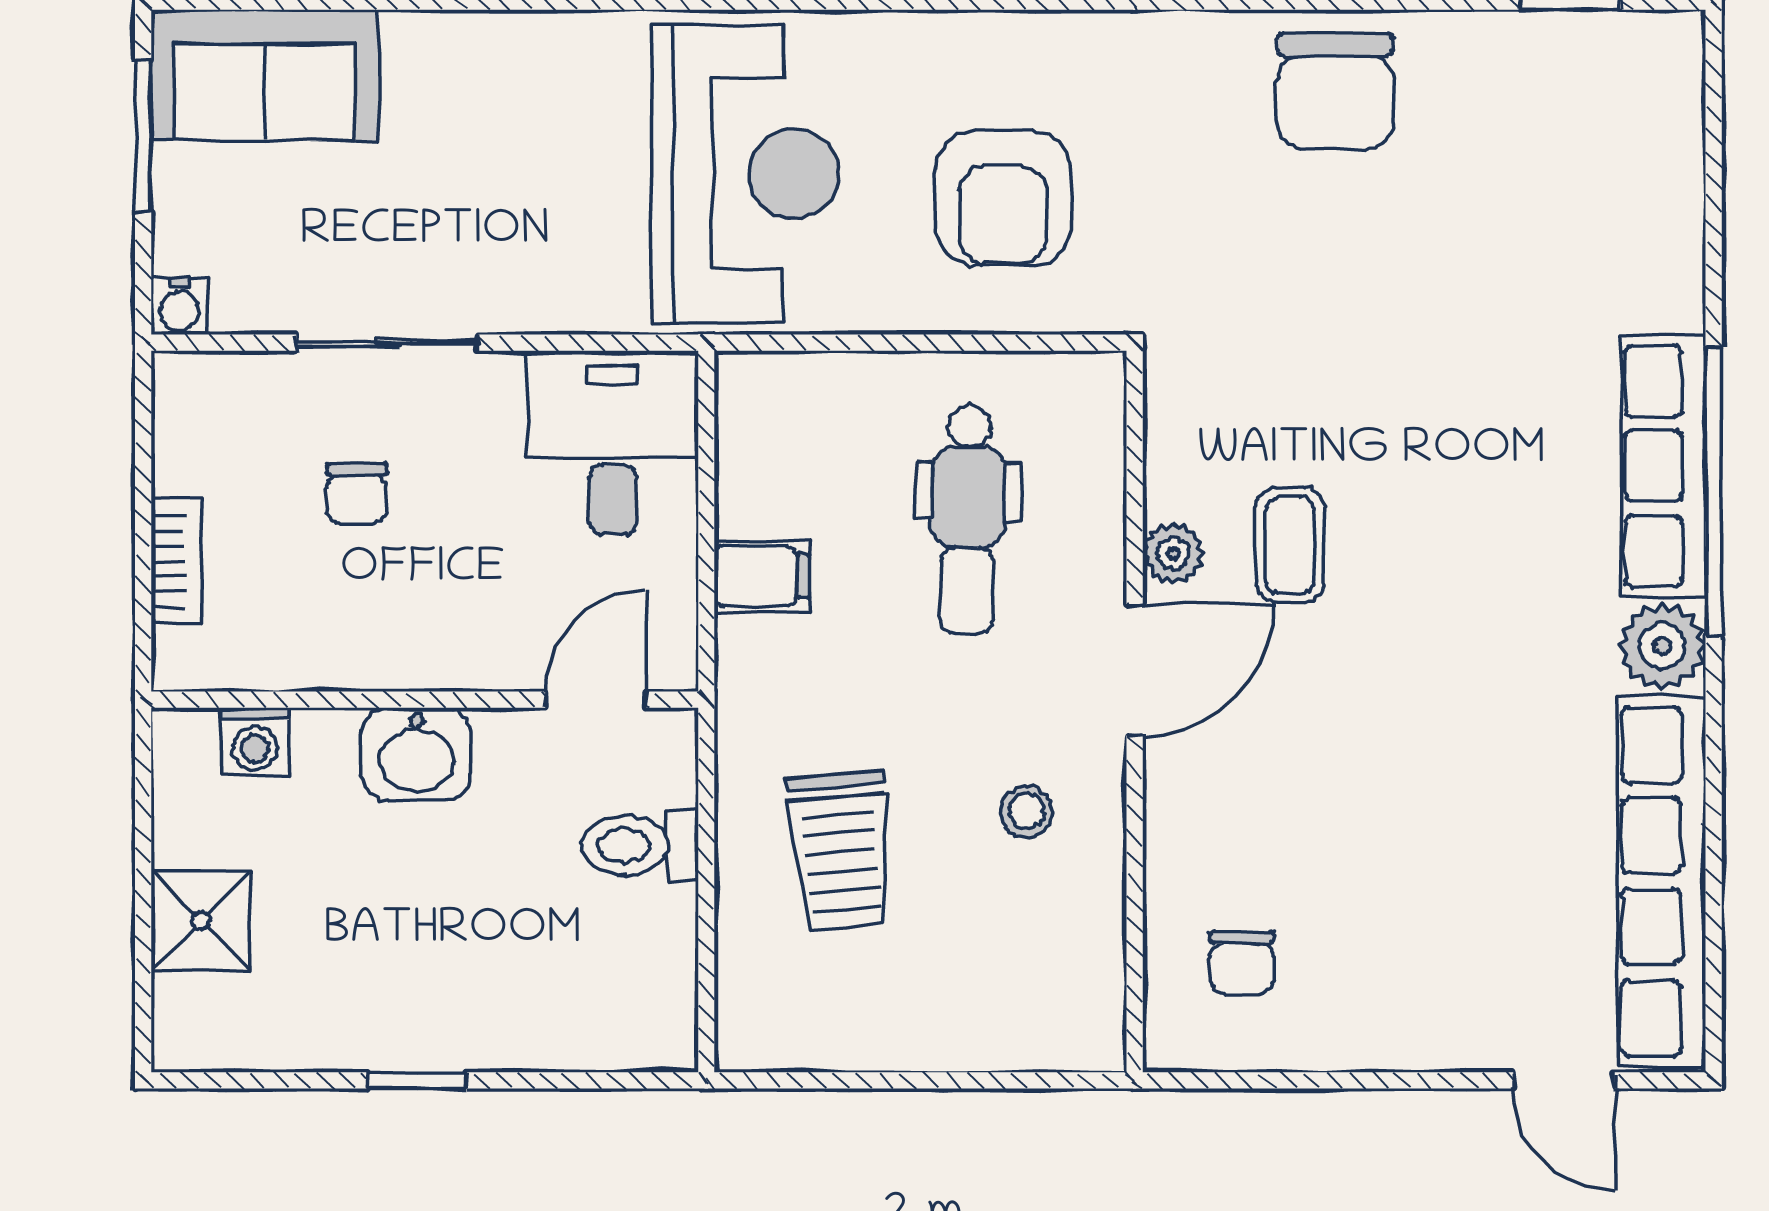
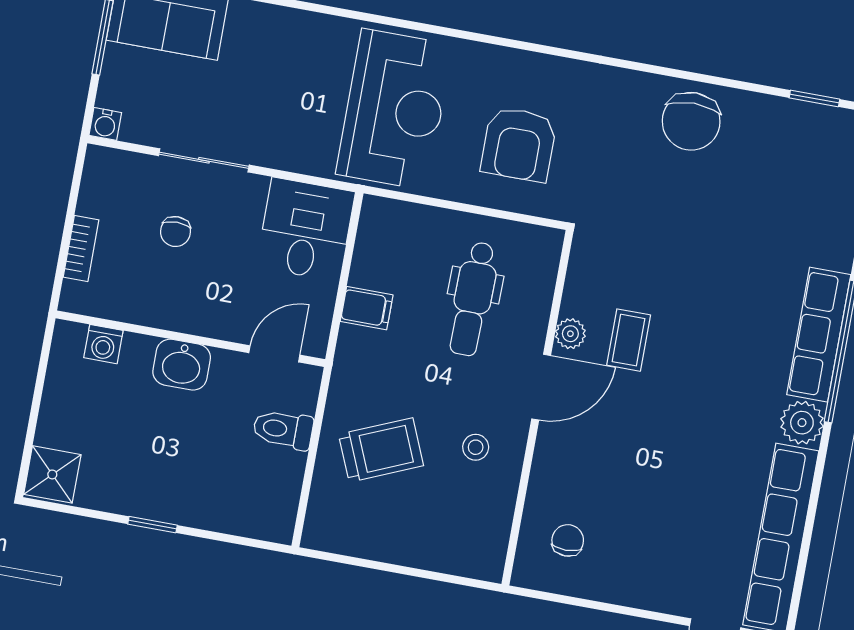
trolley: (841, 851) -> (381, 450), turned -108
shower: (201, 921) -> (52, 474), moved
chair: (1242, 963) -> (568, 540), turned 180

